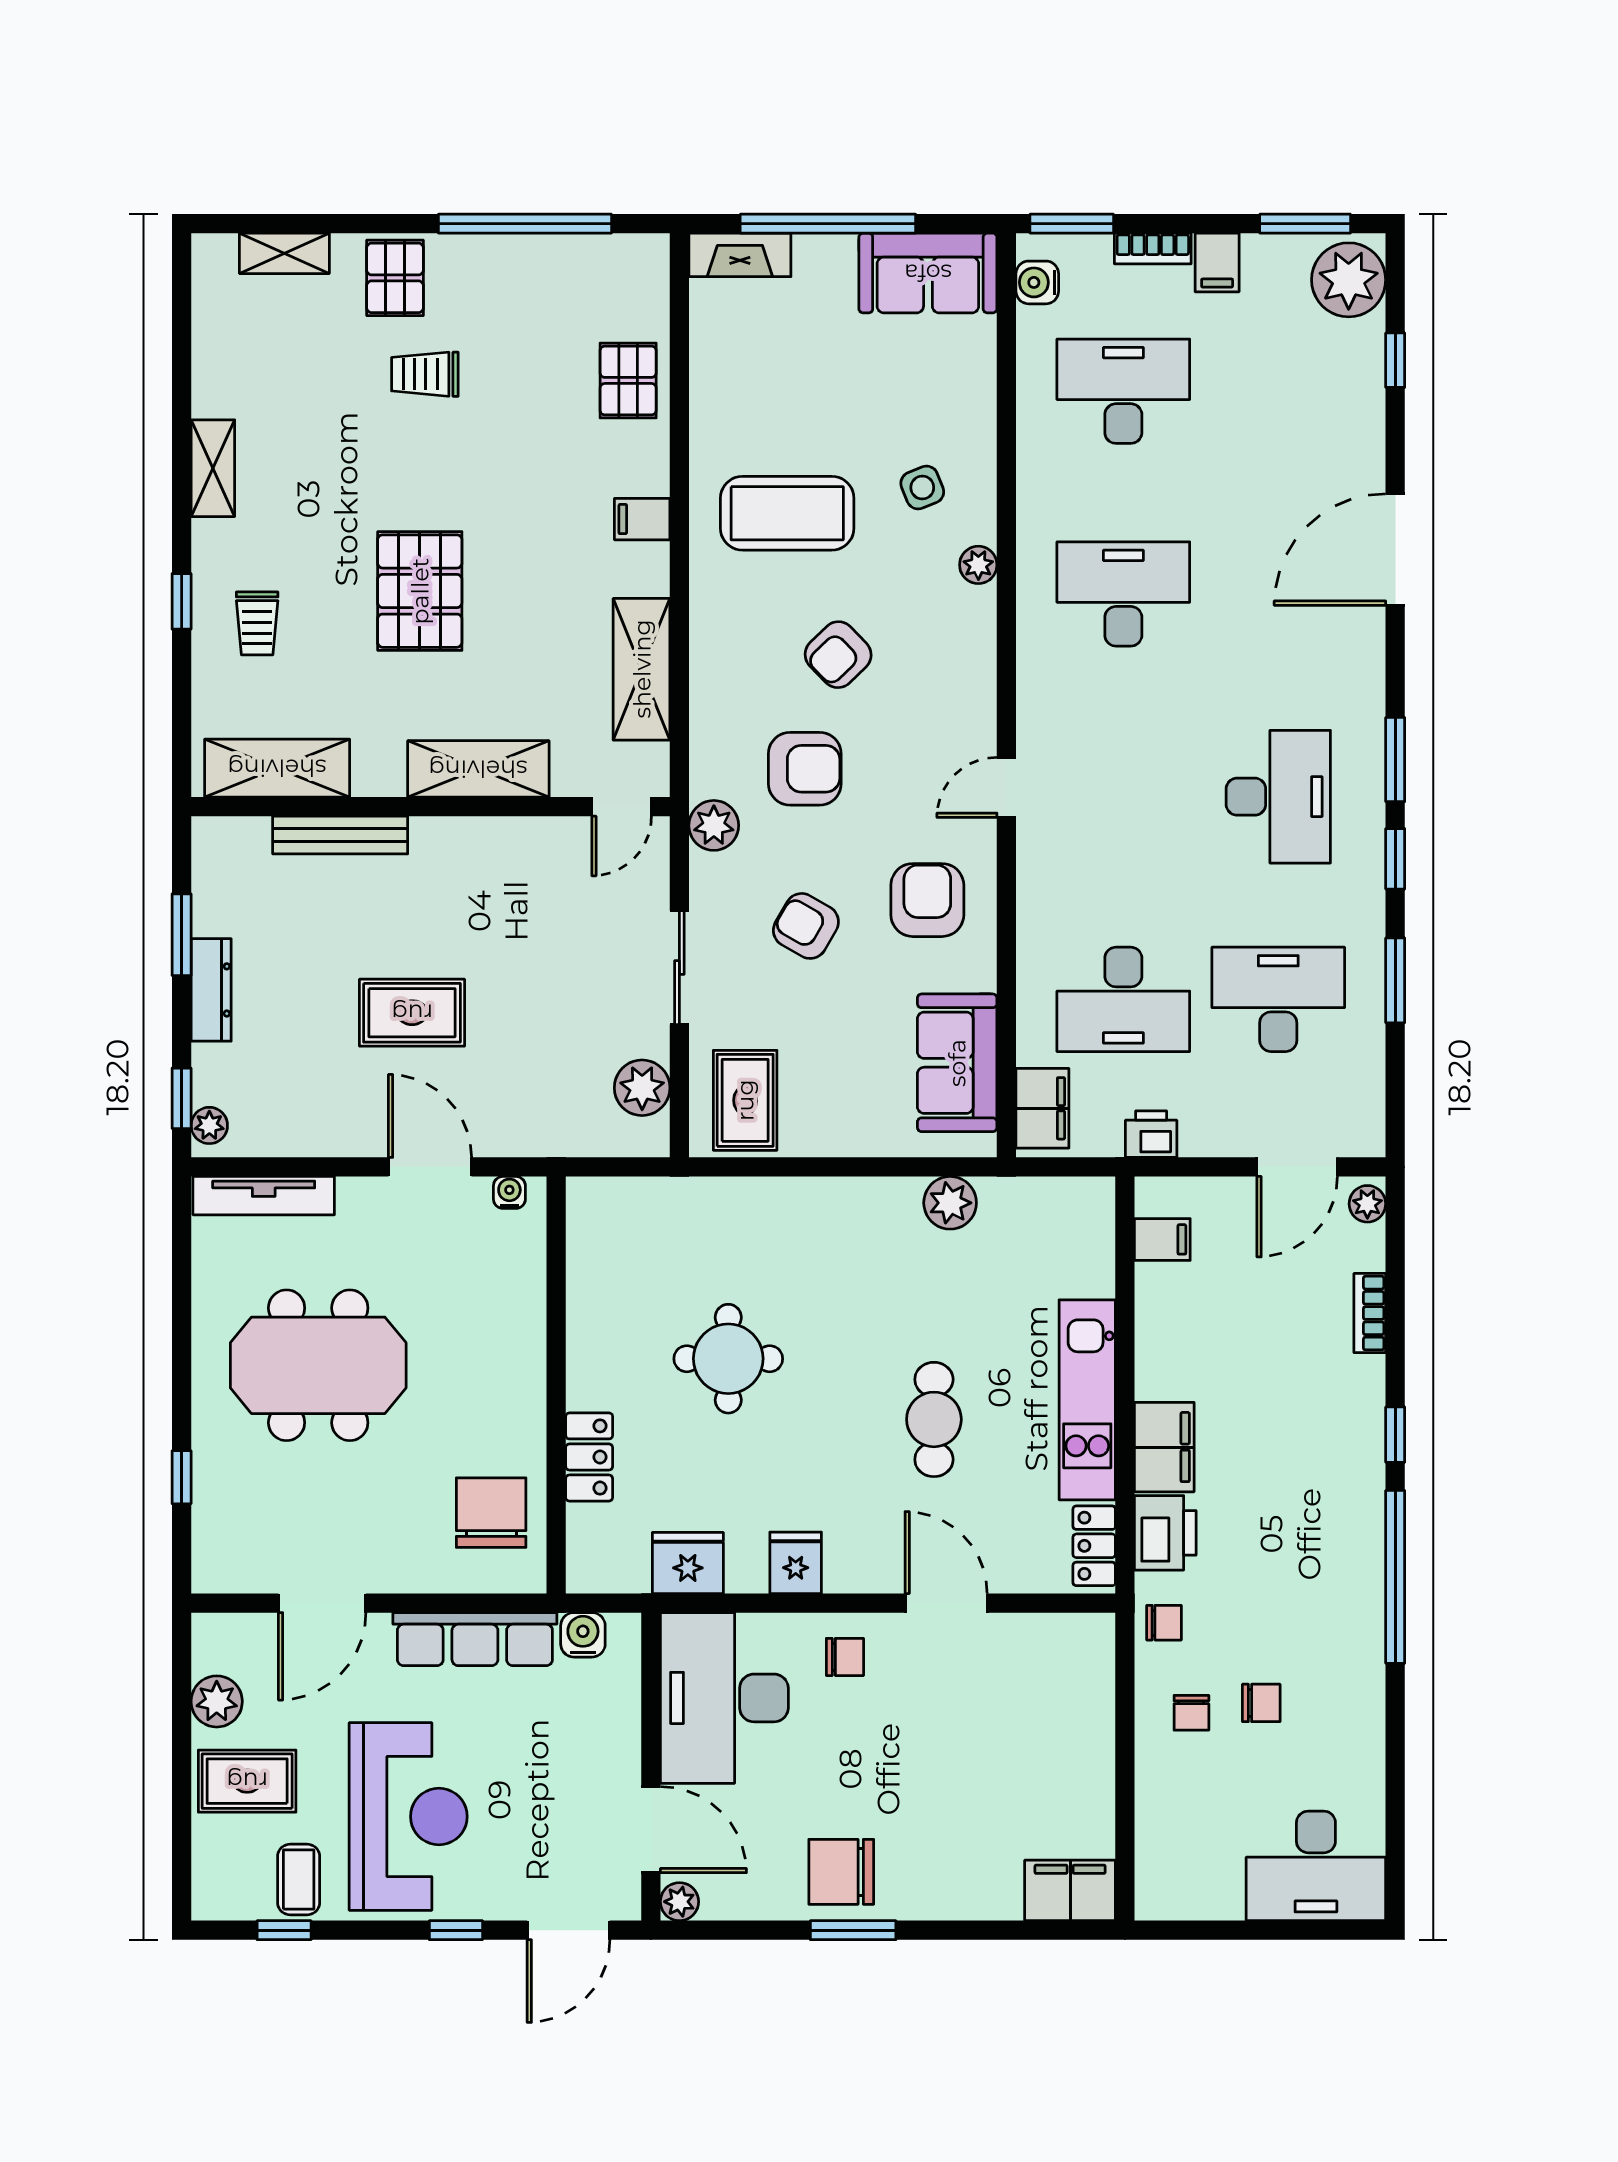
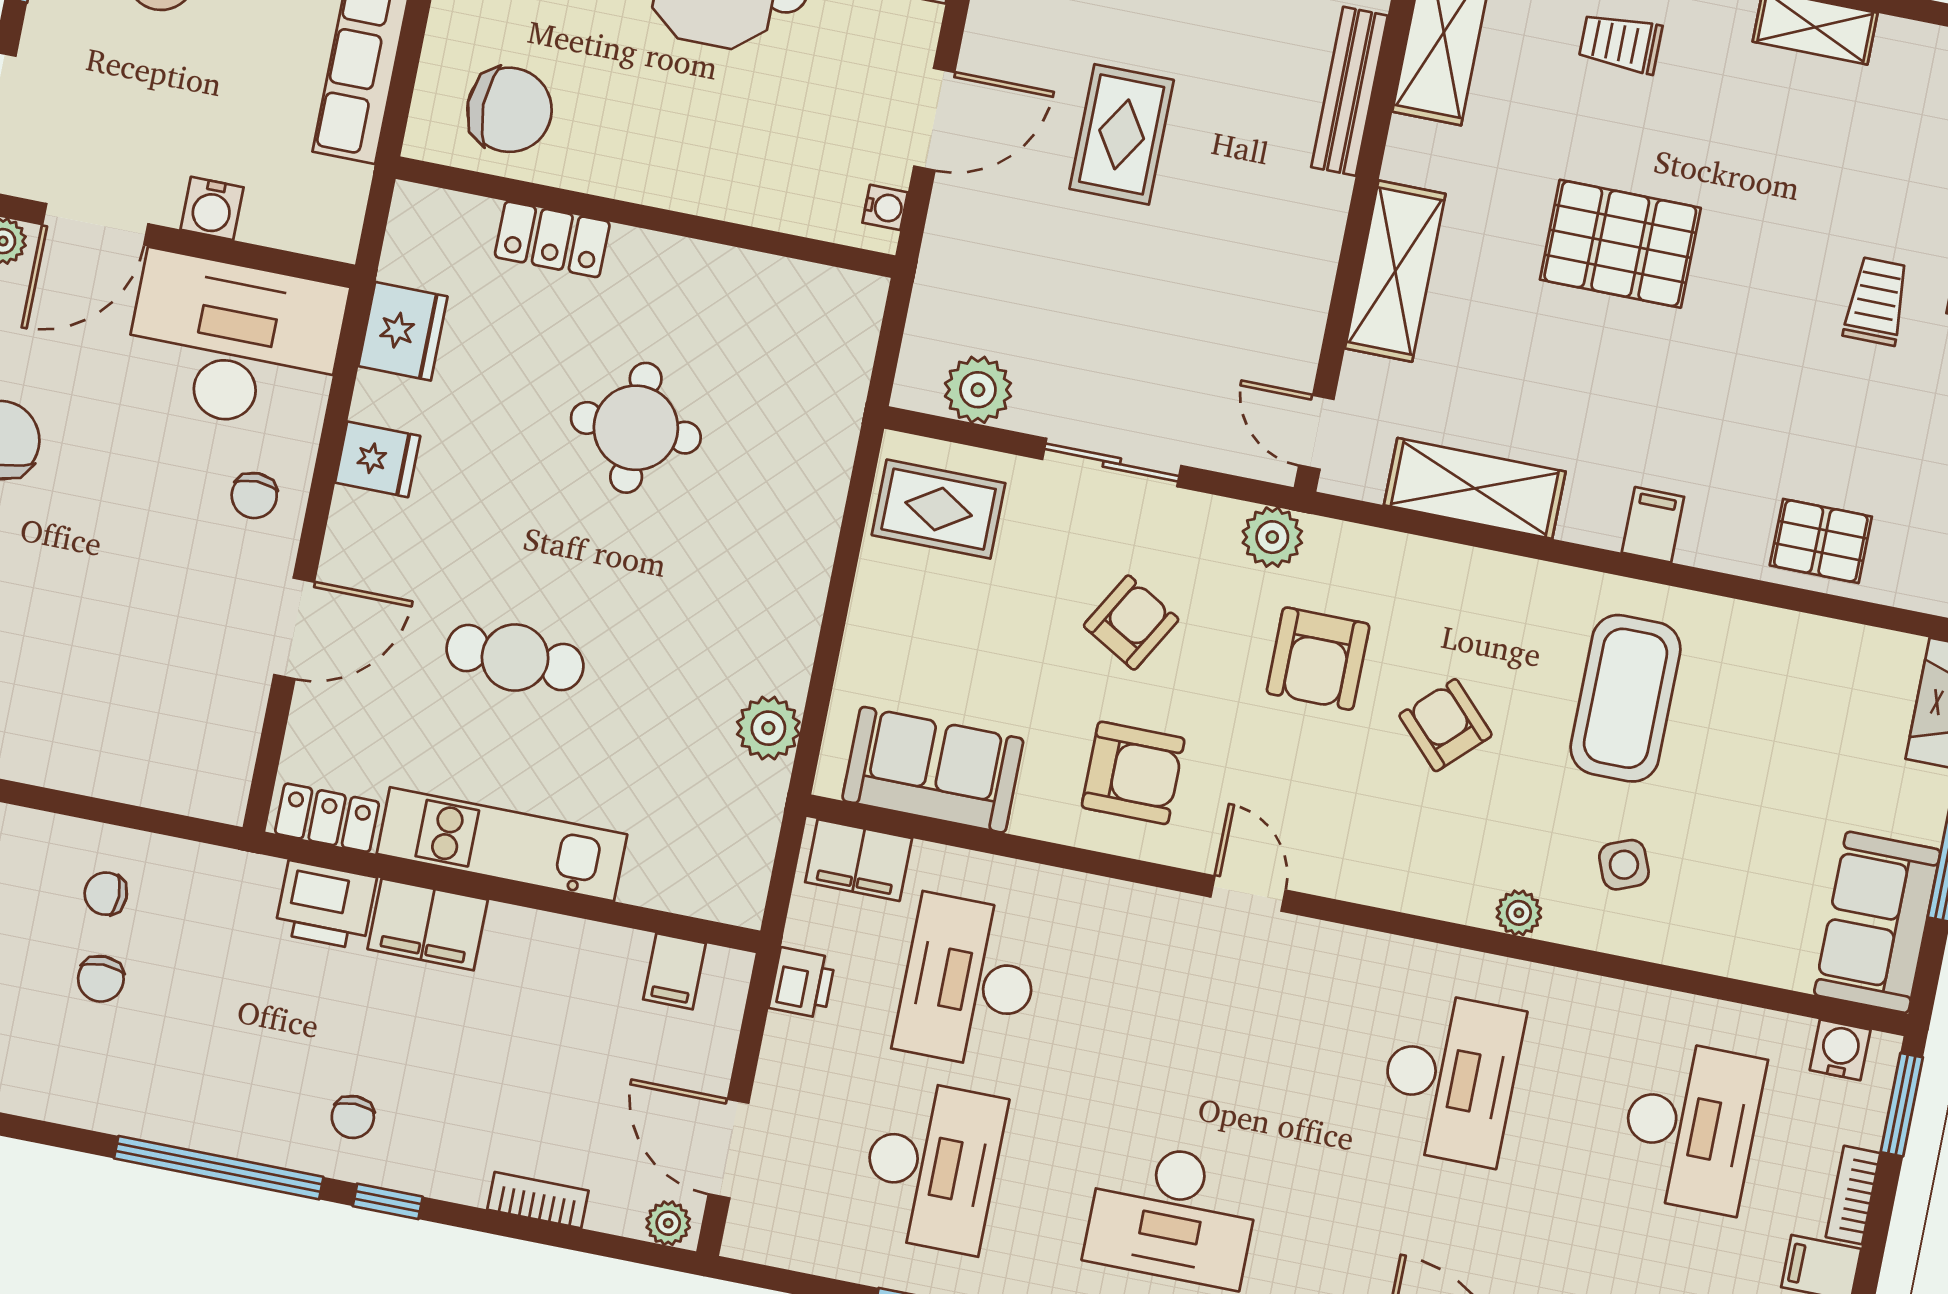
chair: (1164, 1623) -> (353, 1117), moved
water cooler: (583, 1635) -> (212, 208), moved, turned 90

